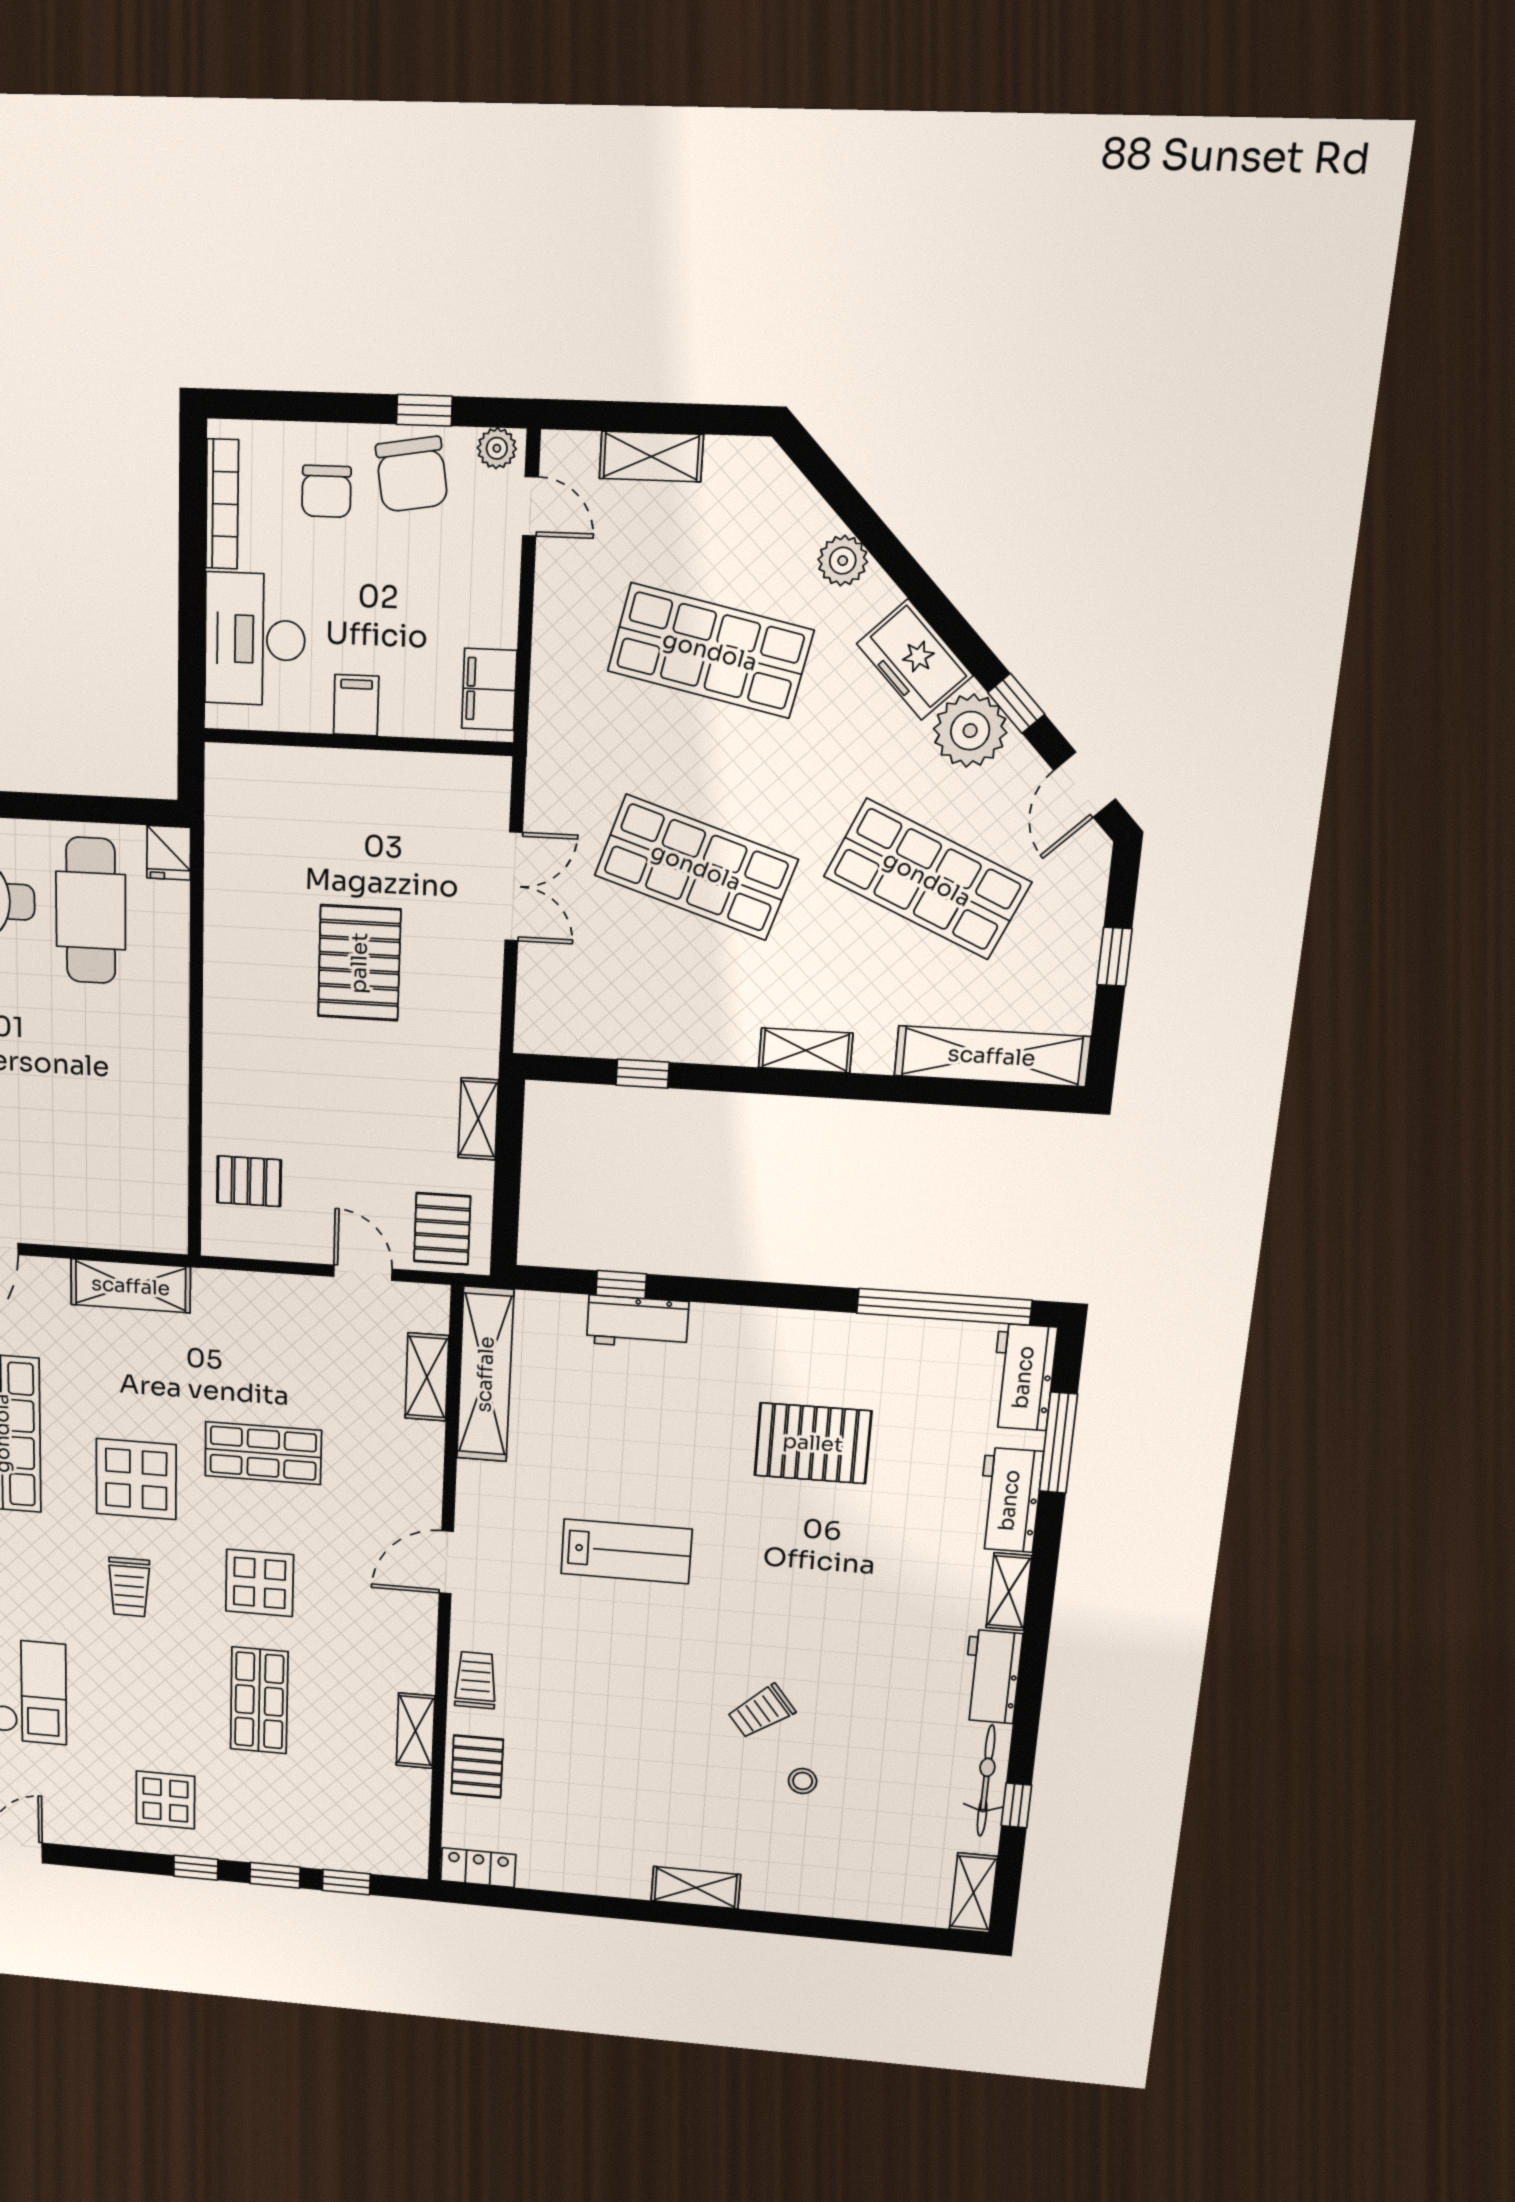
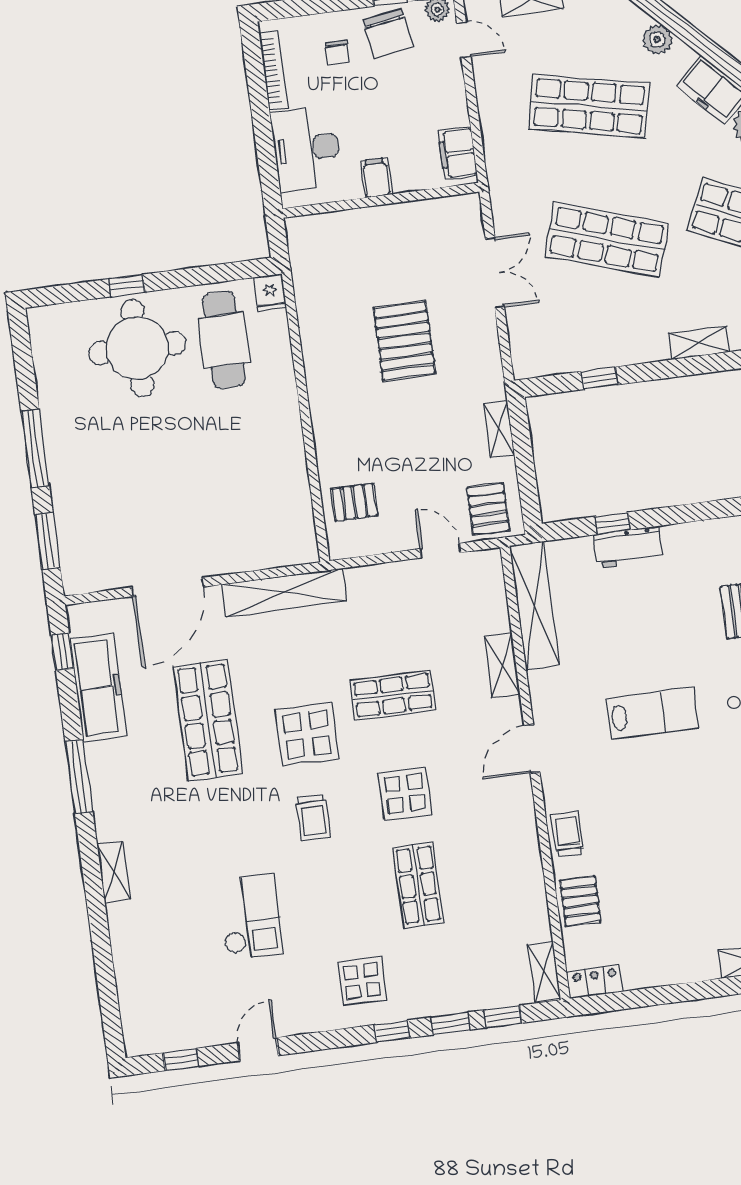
chair: (326, 491) -> (337, 52), width x0.73, depth x0.73
shelving: (131, 1286) -> (284, 593), width x1.47
shelving: (427, 1377) -> (502, 666), moved
shelving: (416, 1731) -> (544, 972), moved

